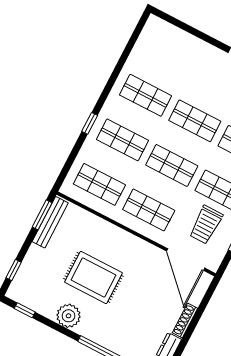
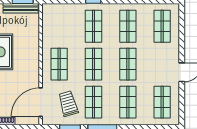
shop shelf: (99, 184) -> (162, 26), moved
trolley: (206, 225) -> (68, 104), turned 74

